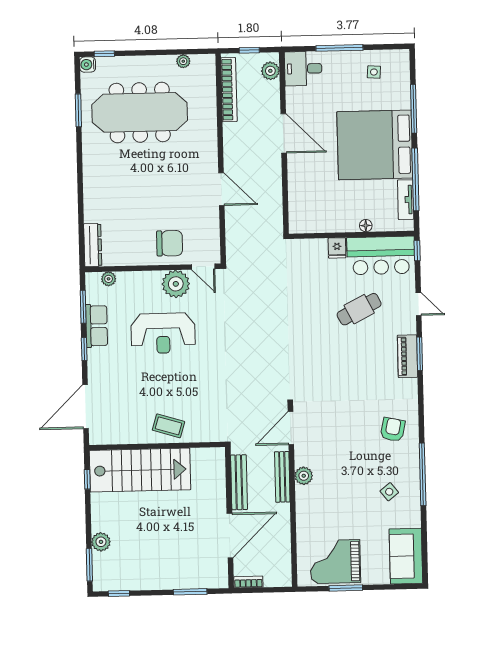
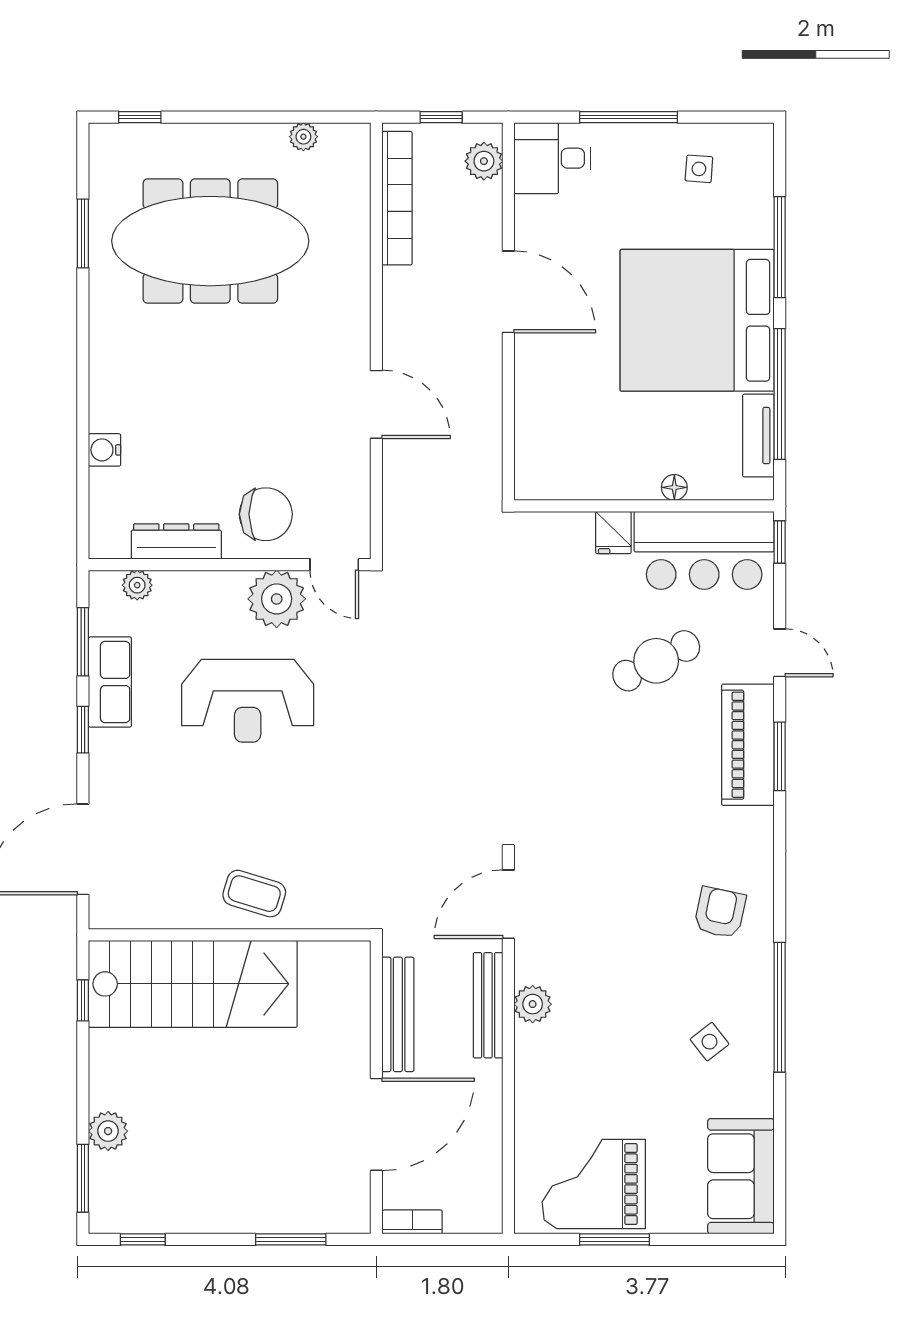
water cooler: (88, 65) -> (105, 450), moved
dresser: (93, 245) -> (176, 541), moved, turned -90
piano: (408, 356) -> (748, 745), width x1.37, depth x1.33

